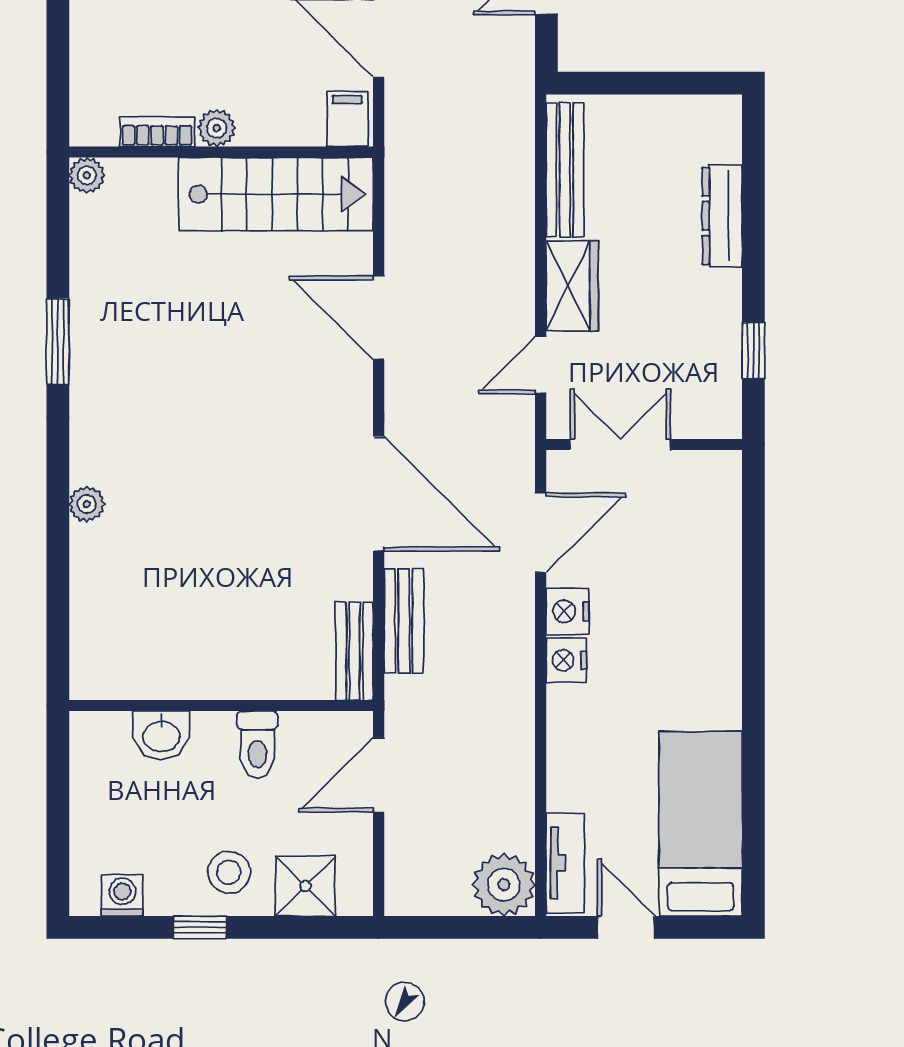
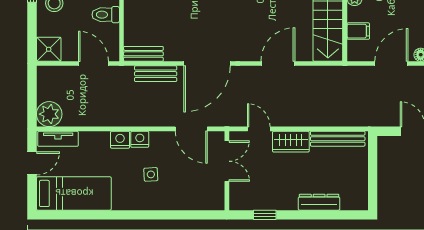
filing cabinet: (347, 119) -> (358, 31), moved
nightstand: (567, 611) -> (120, 140), moved
side table: (653, 633) -> (151, 174), added
shower: (305, 886) -> (49, 49), moved

